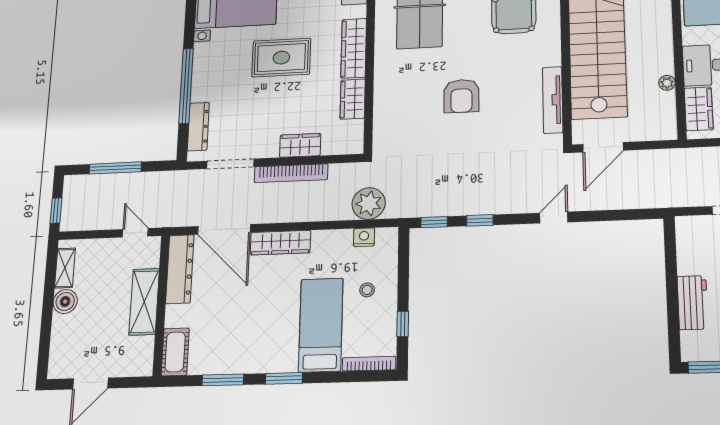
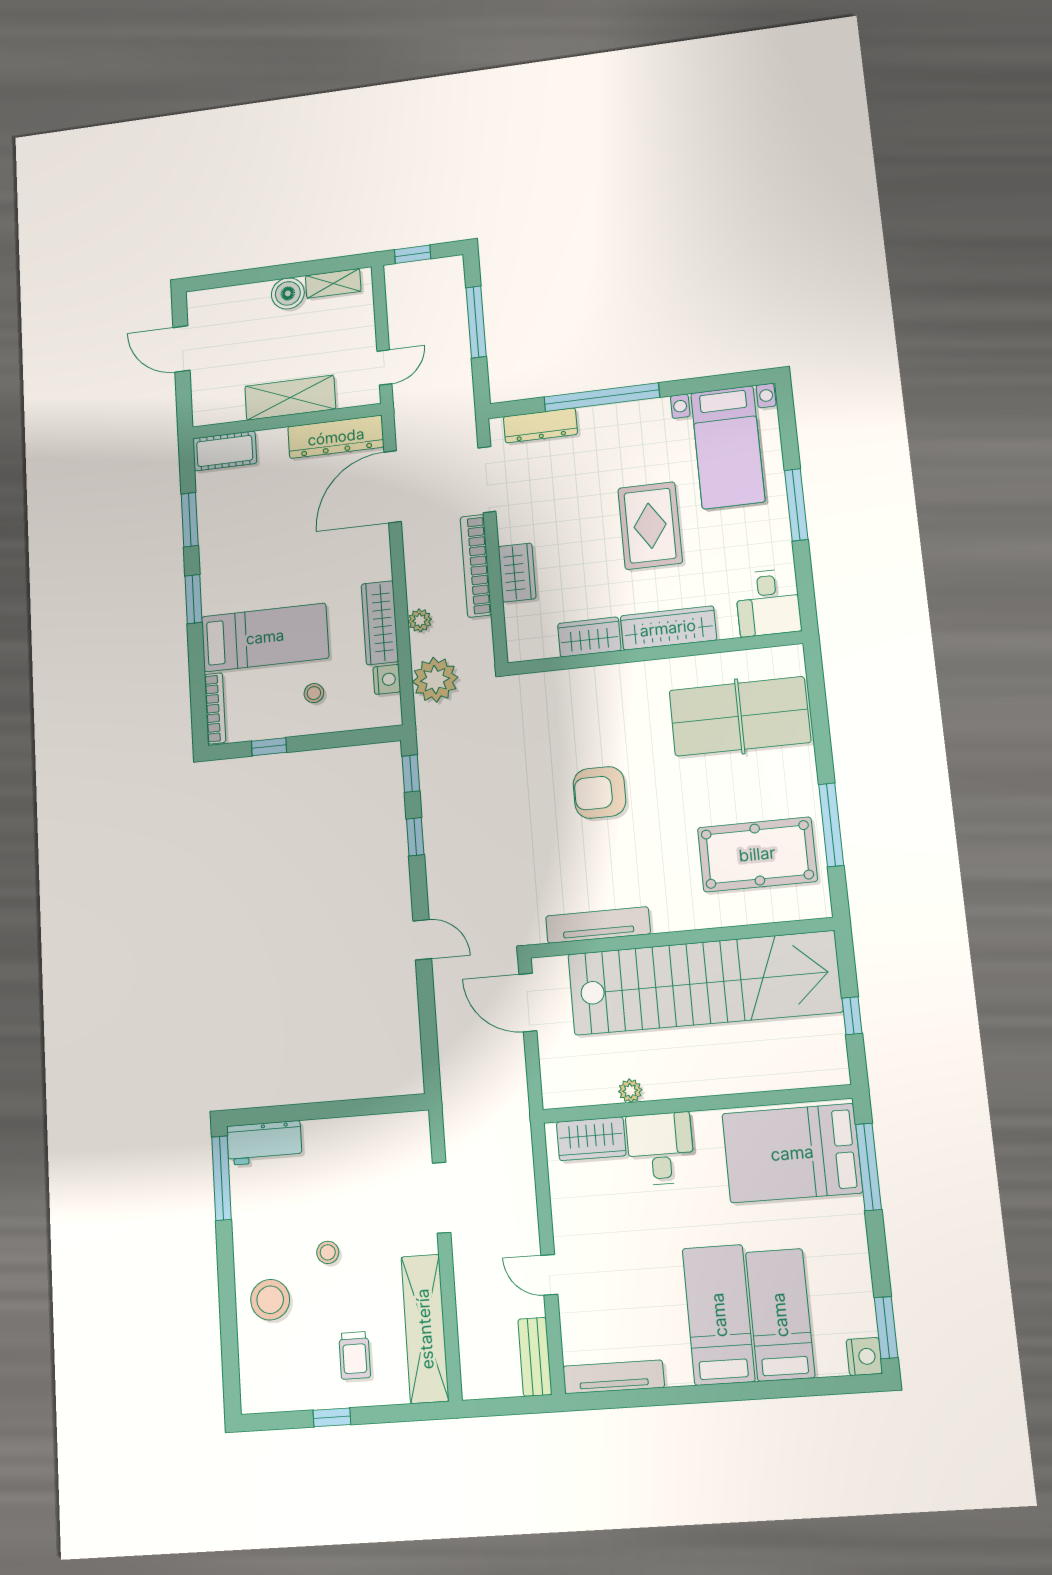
plant: (324, 213) -> (420, 620), added
wardrobe: (280, 243) -> (380, 623), moved
workbench: (693, 303) -> (264, 1143), moved

